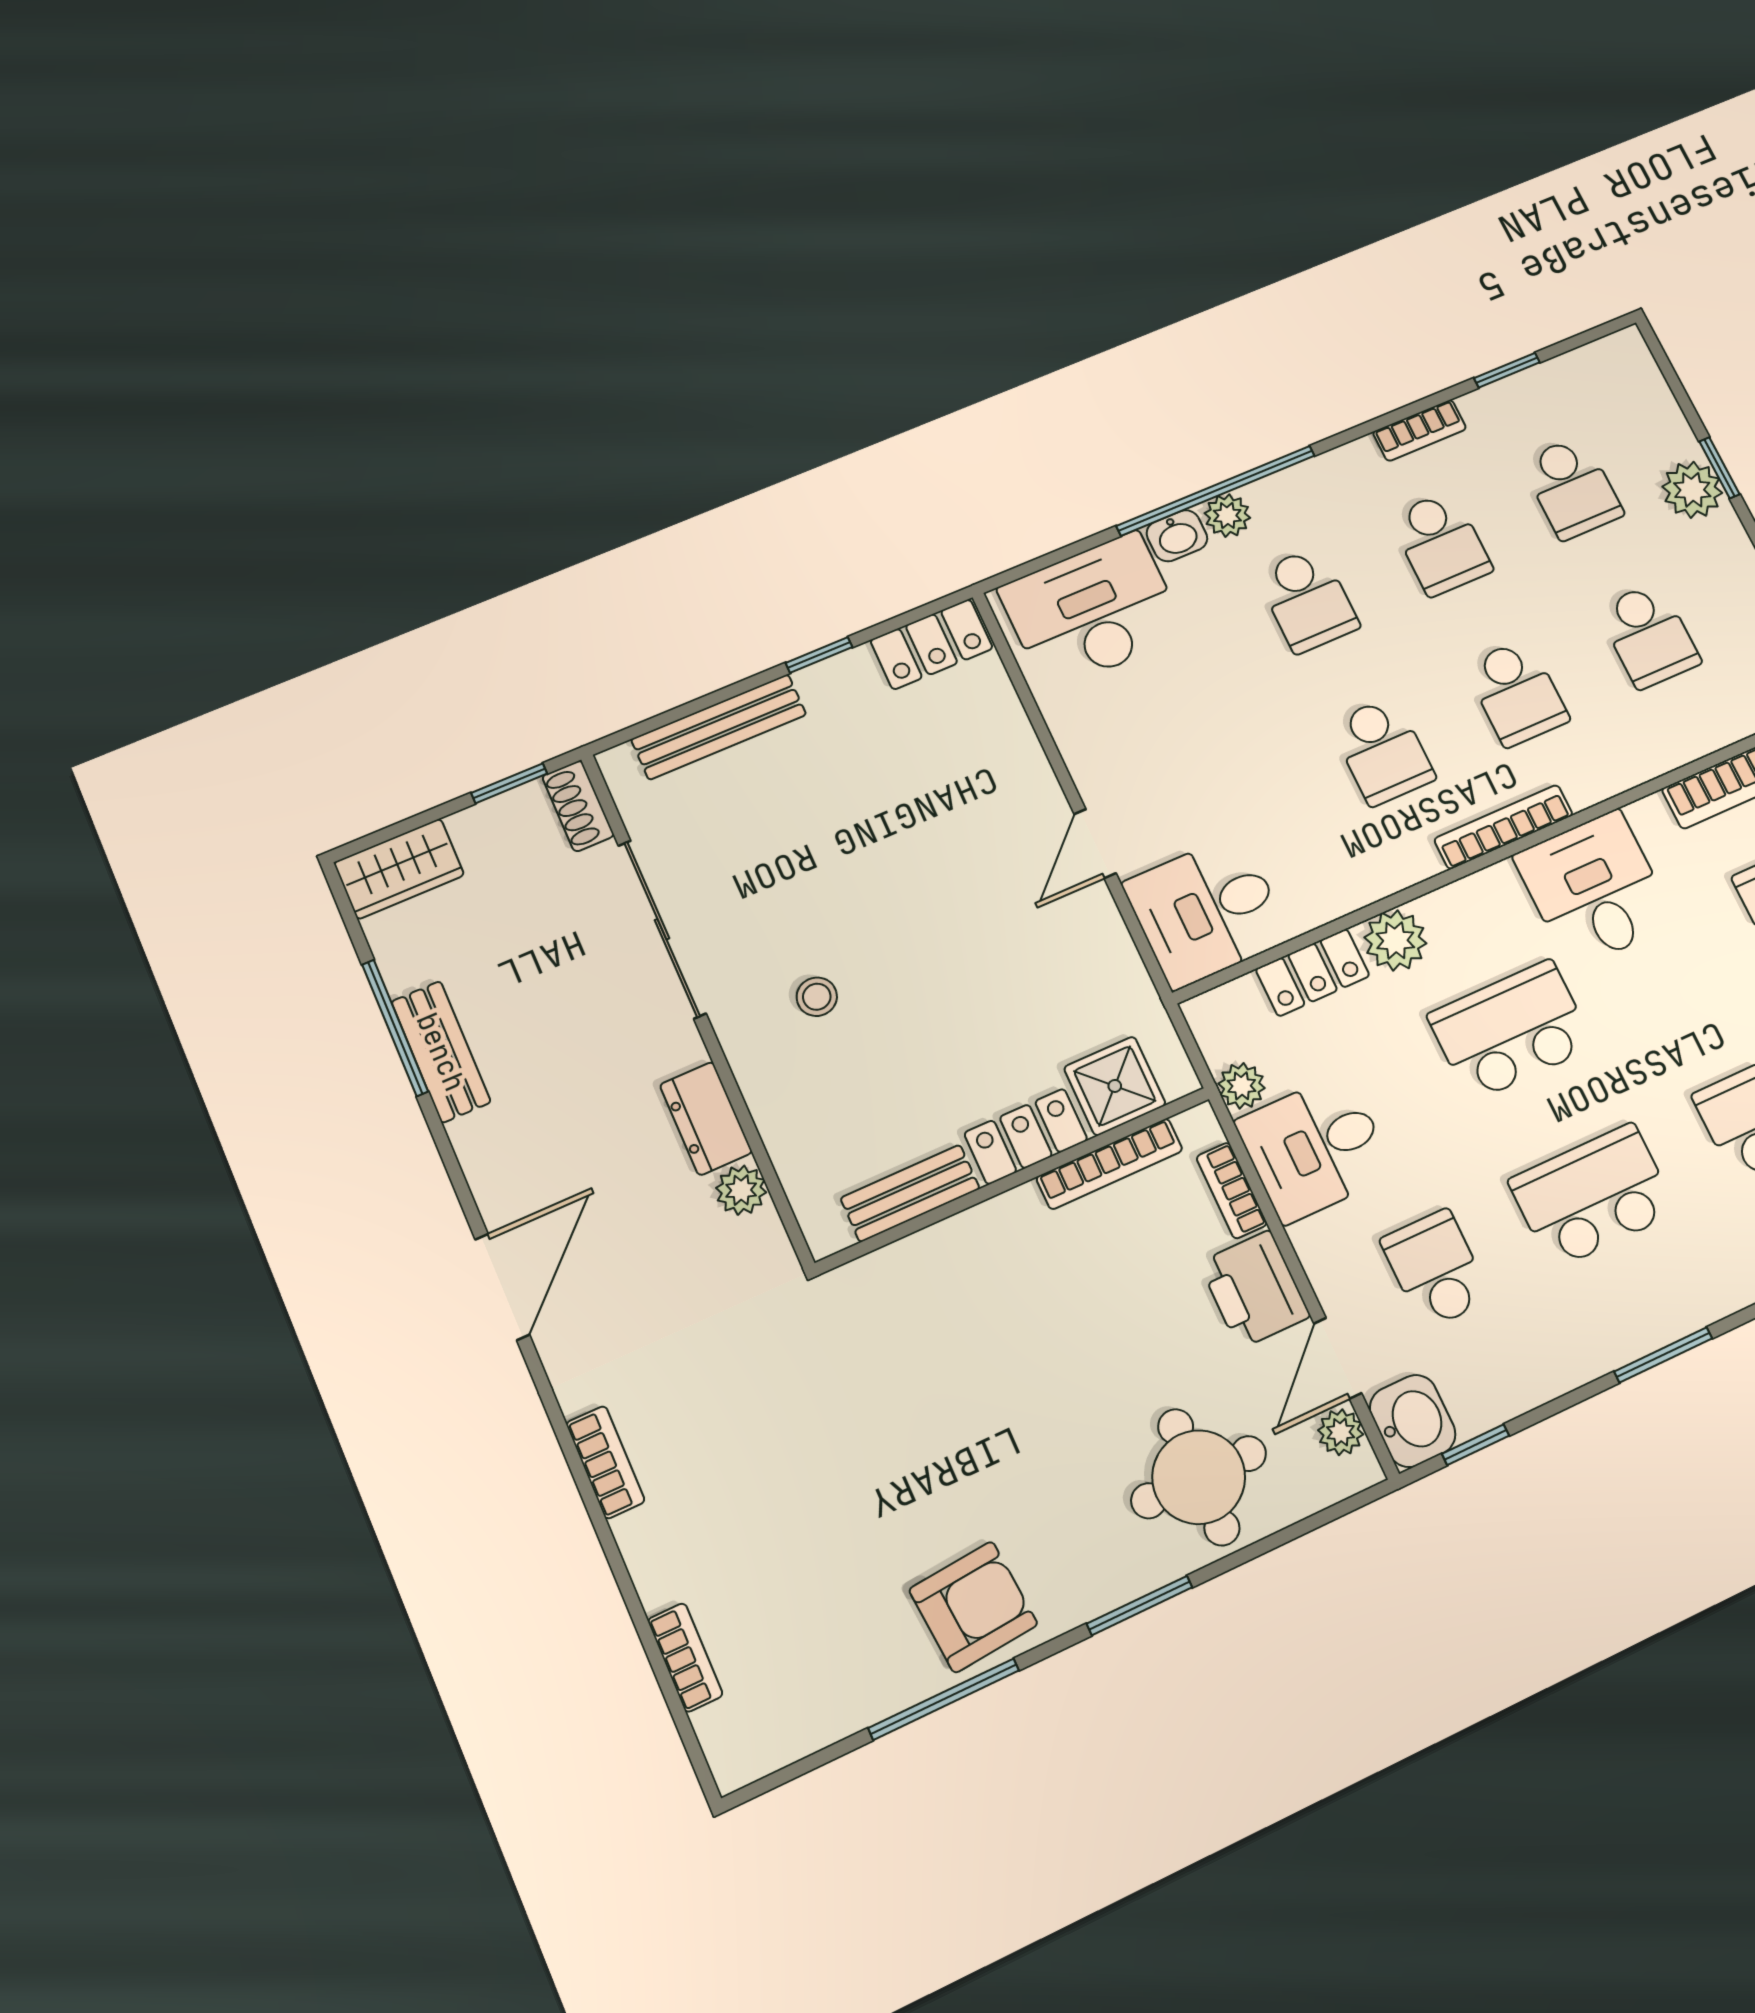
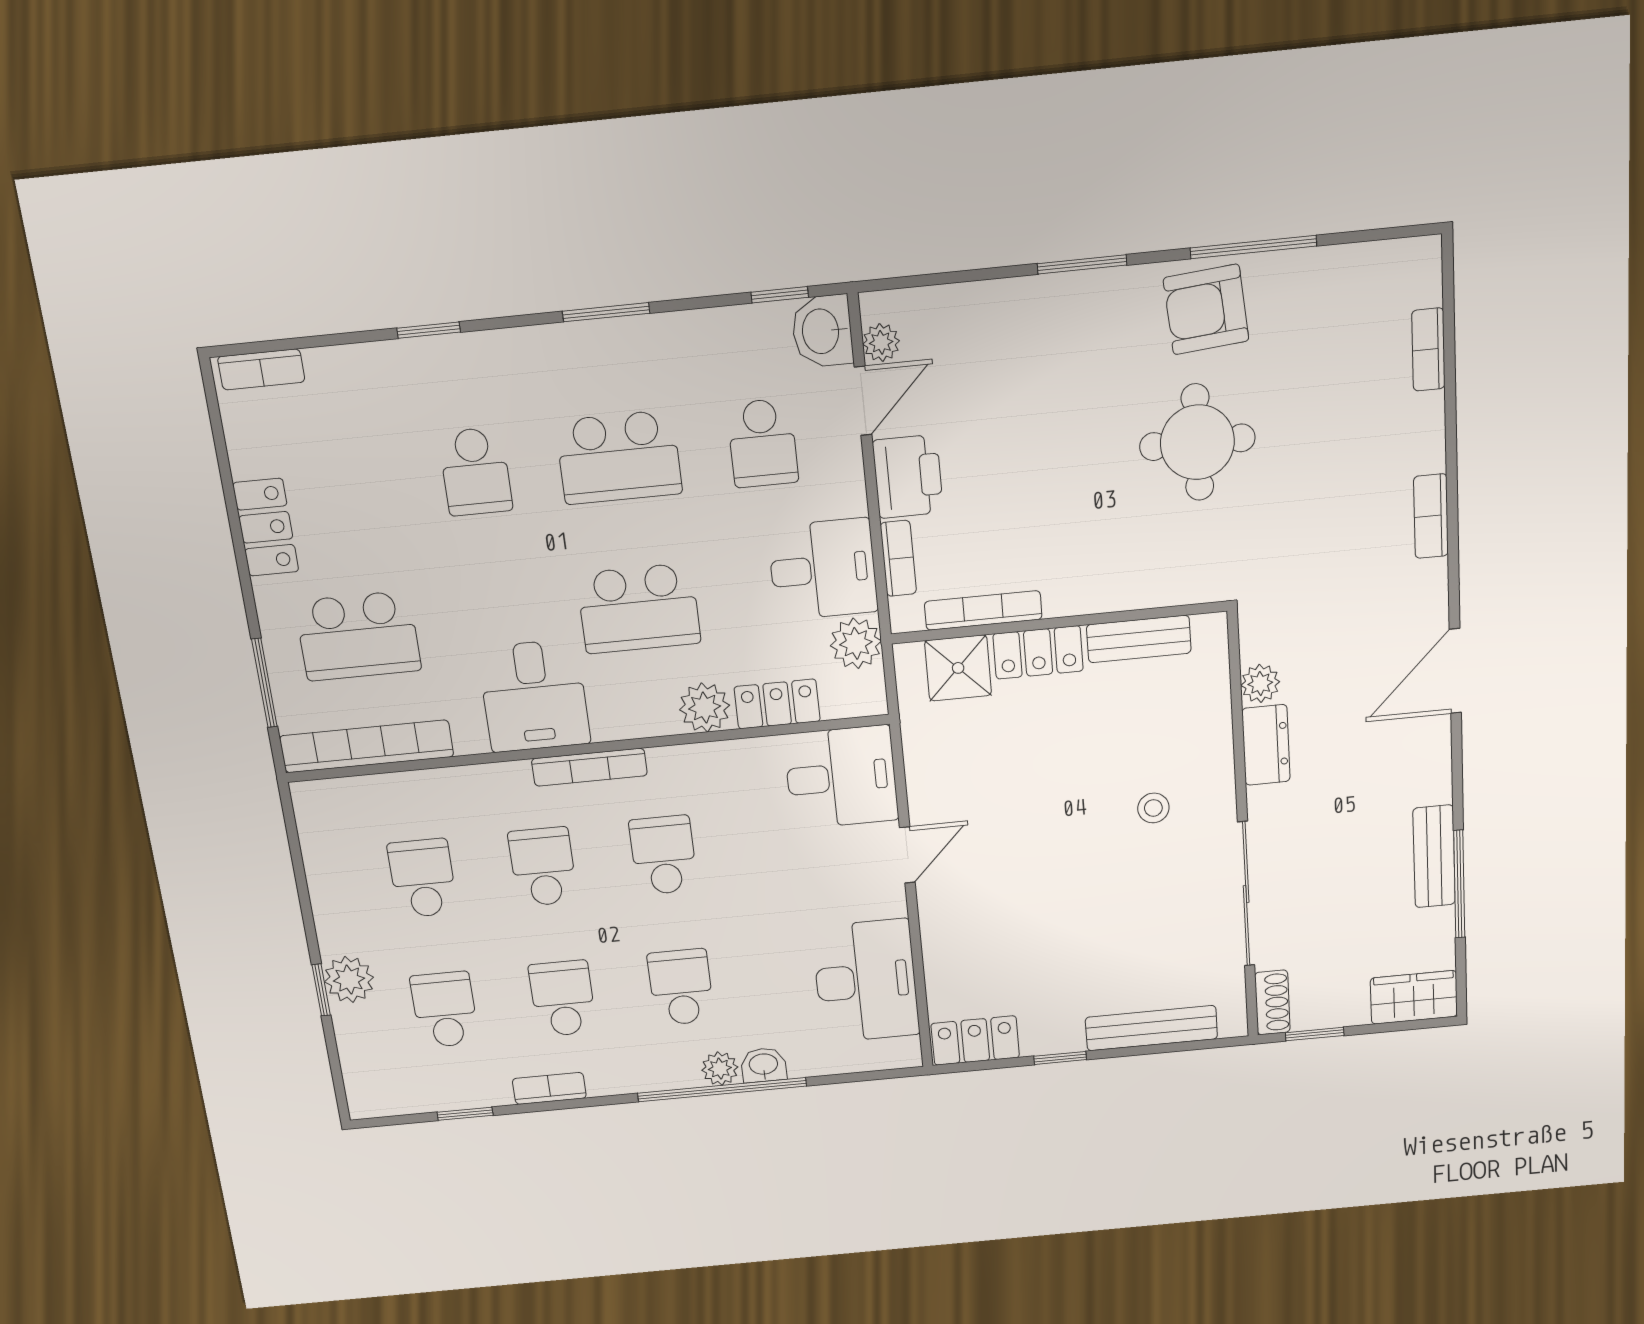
desk: (1092, 611) -> (866, 981), moved, turned -90
plant: (1242, 1086) -> (856, 643), width x1.38, depth x1.38
round table: (1199, 1477) -> (1197, 442), moved

